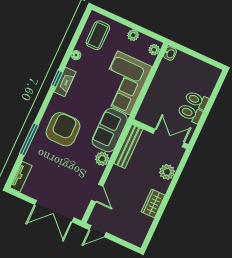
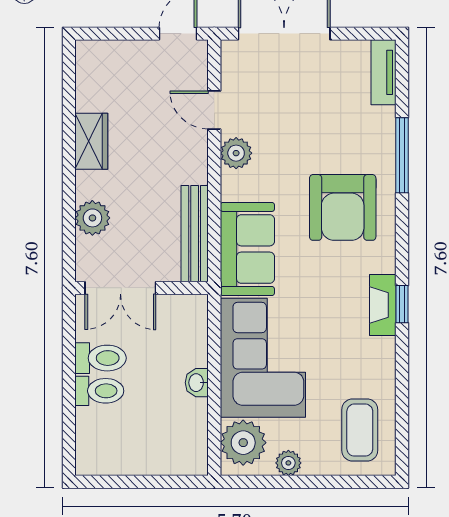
plant: (154, 50) -> (243, 443), width x1.87, depth x1.87
washbasin: (170, 53) -> (197, 383), moved
floor lamp: (76, 55) -> (385, 369), removed
plant: (102, 159) -> (236, 153), moved

